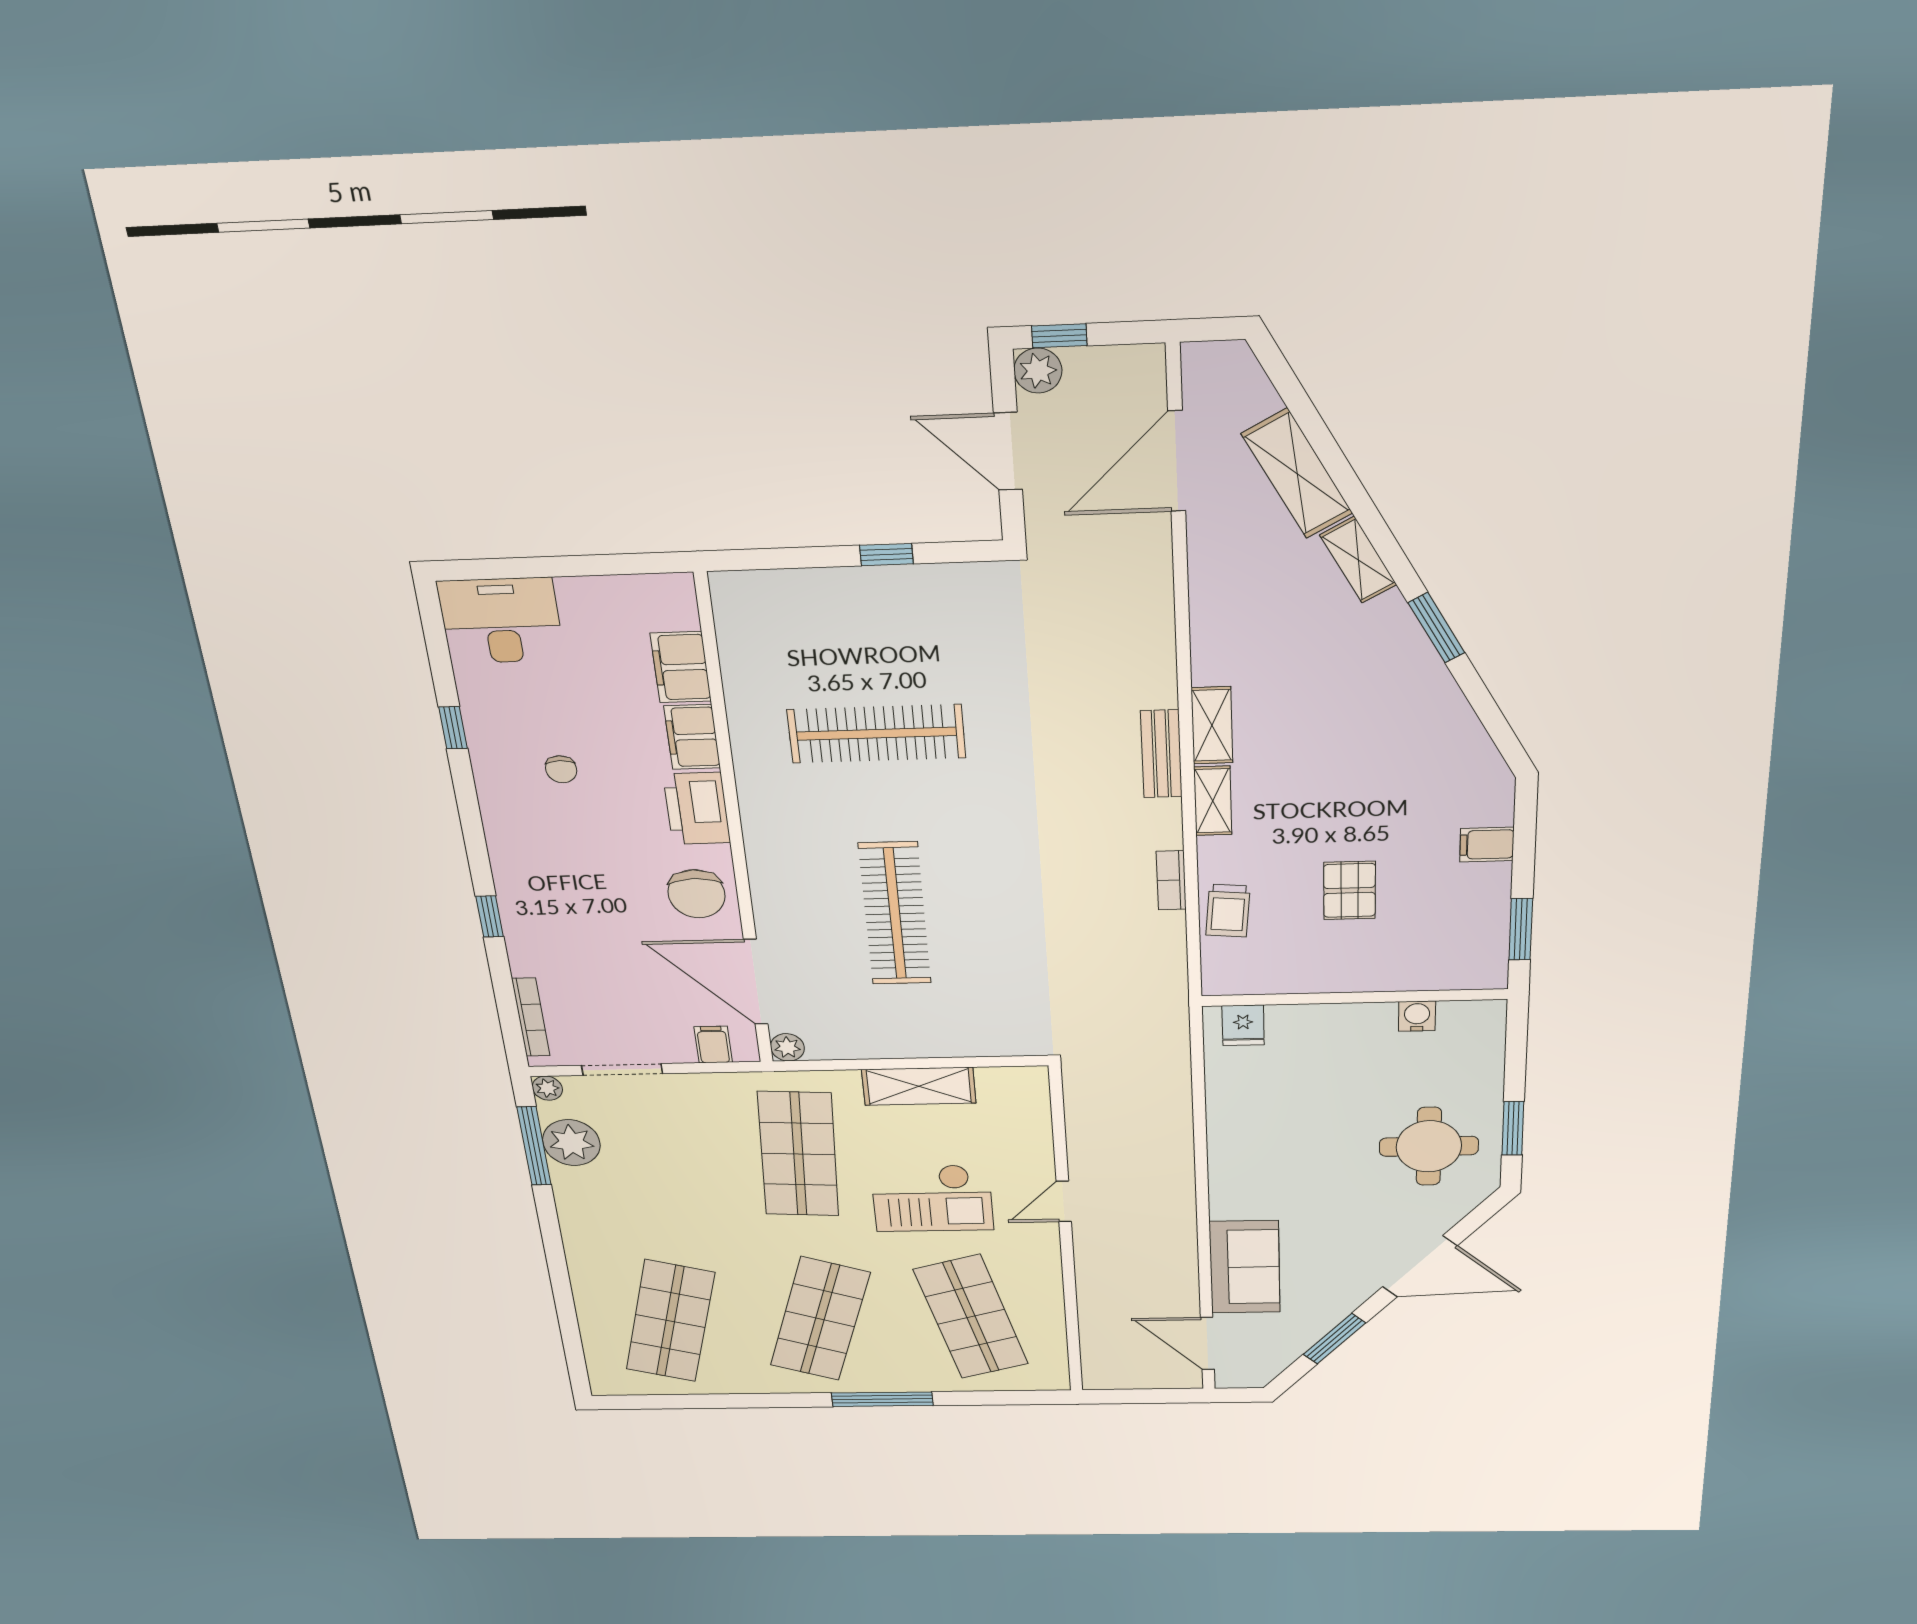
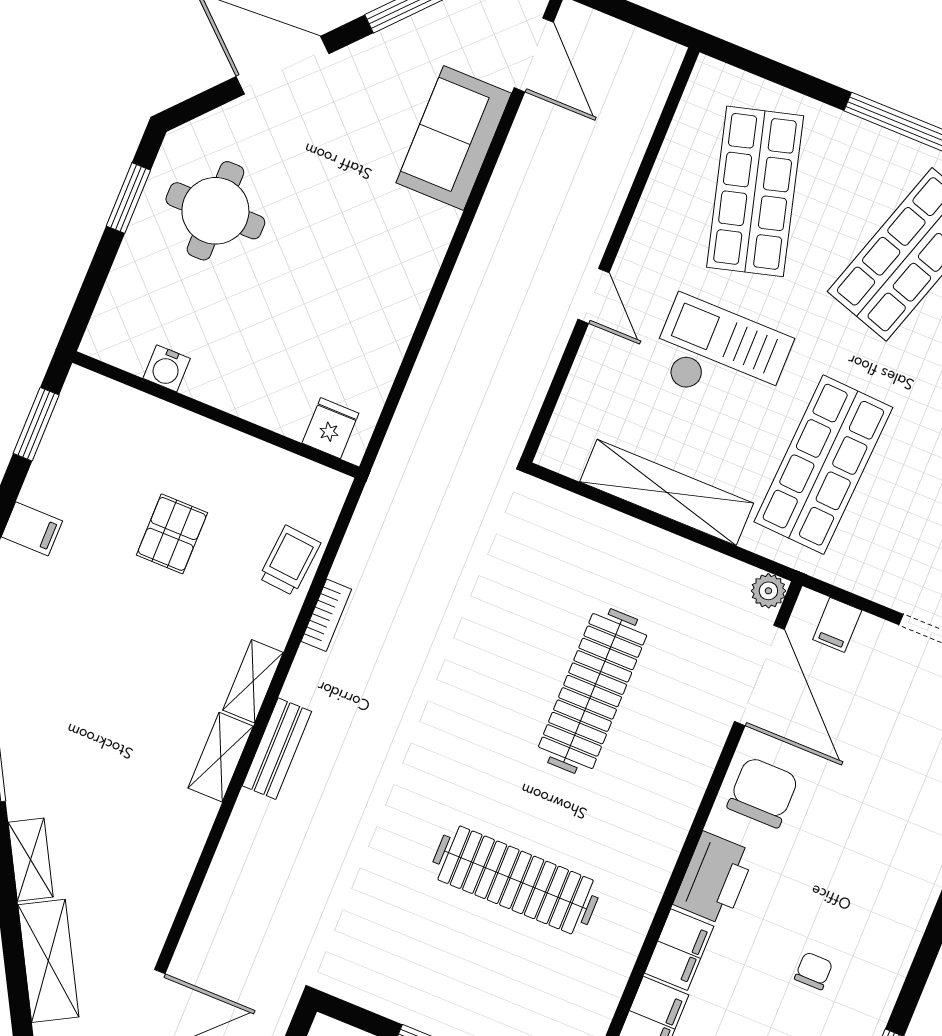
shelving: (919, 1086) -> (667, 492), width x1.47
door: (1064, 1201) -> (594, 296), hinge flipped

